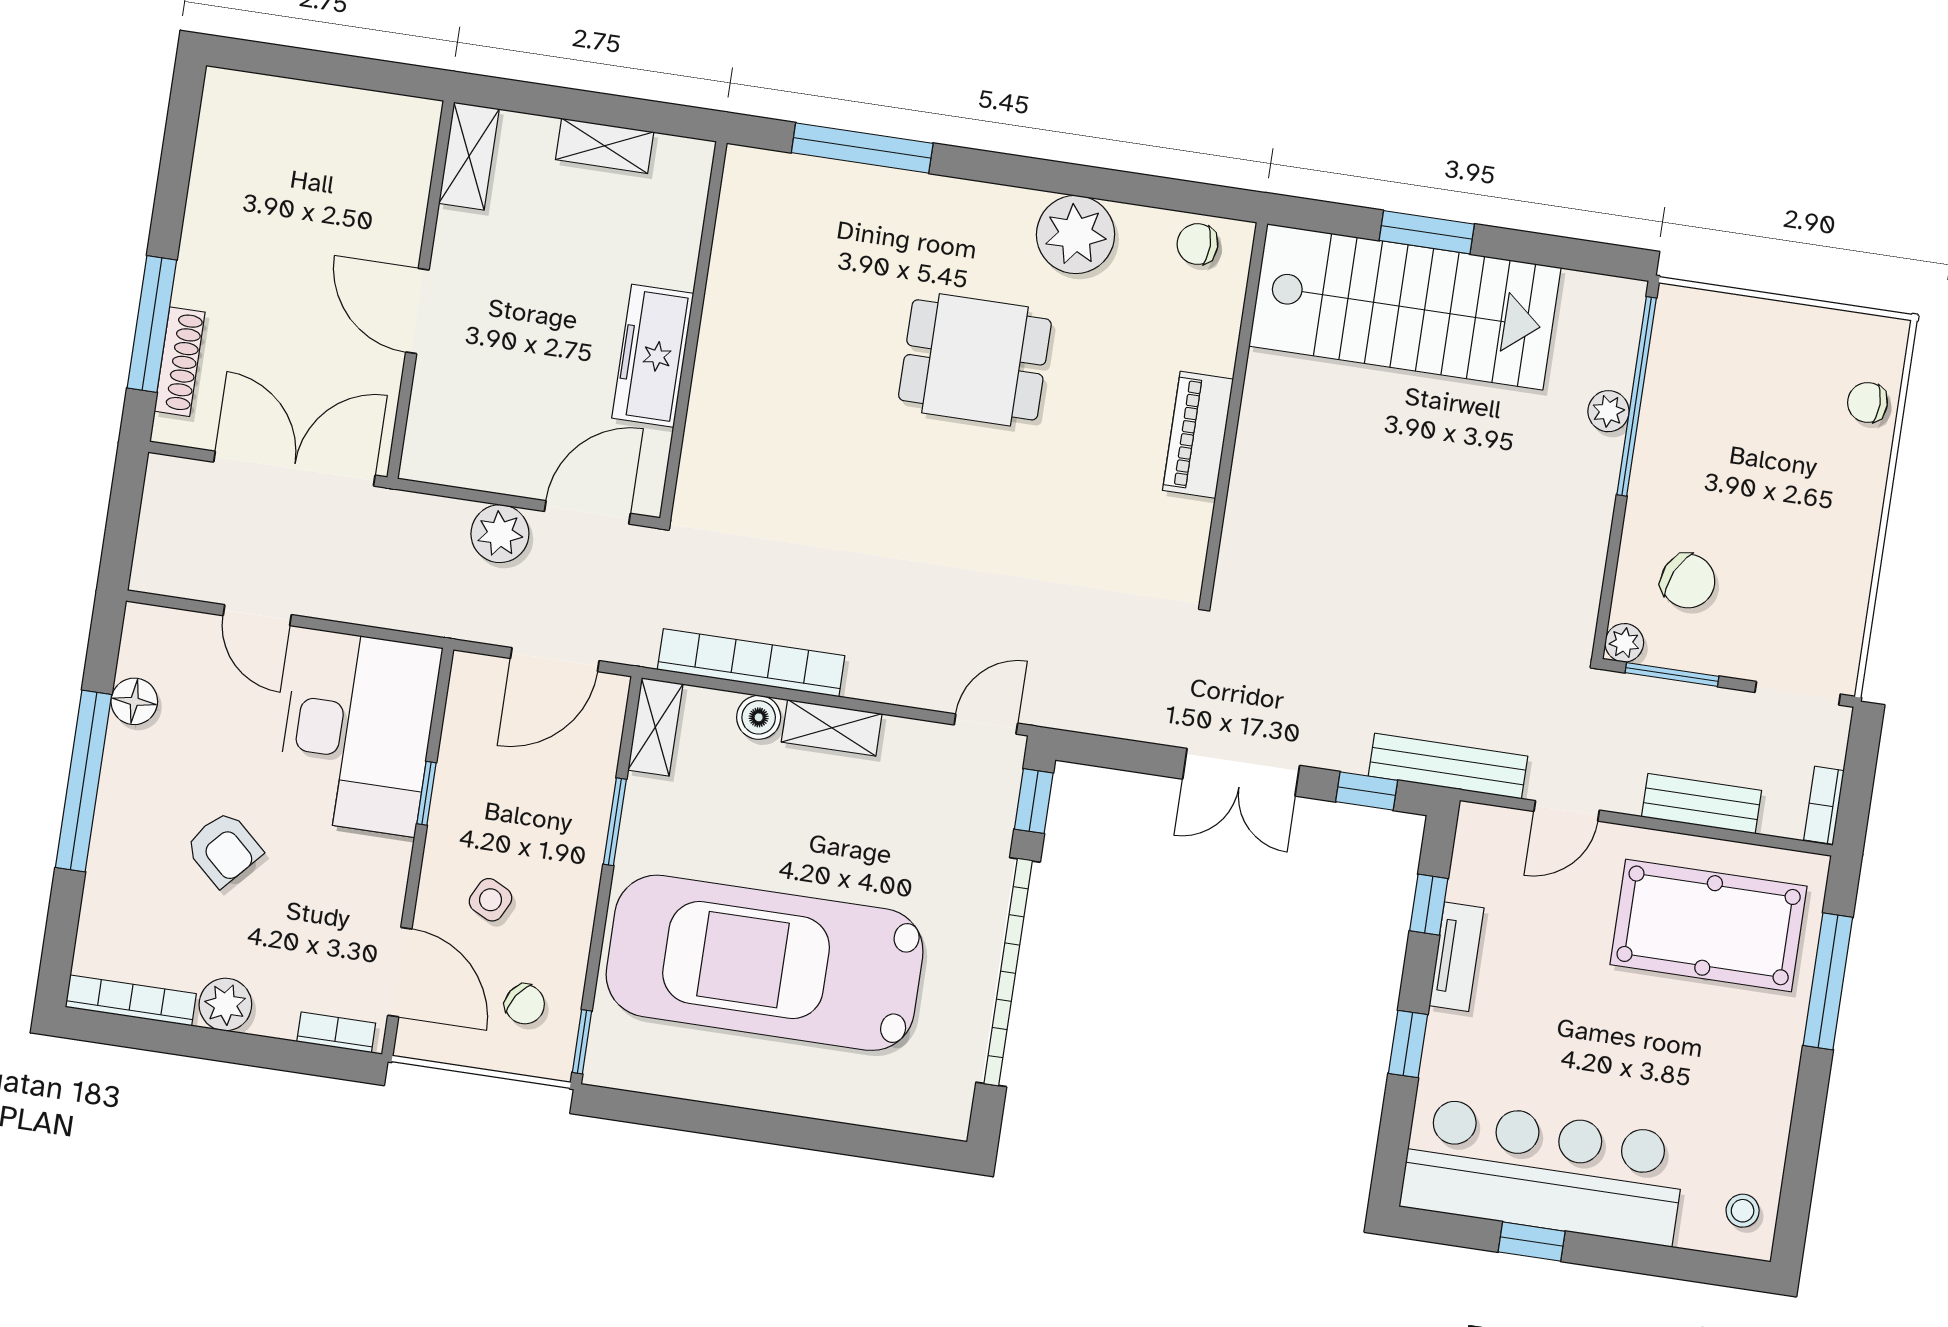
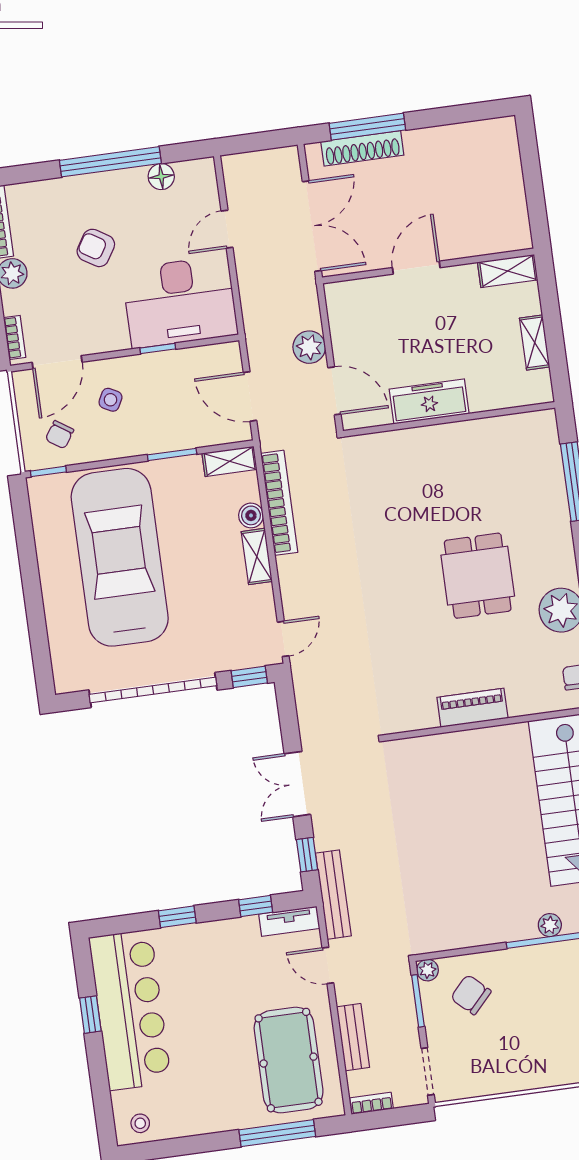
shoe rack: (180, 362) -> (362, 148), width x1.36, depth x1.24
chair: (1688, 581) -> (471, 995), turned 108
door: (986, 724) -> (283, 639), hinge flipped
armchair: (224, 849) -> (96, 248), turned 80
tv unit: (1456, 957) -> (289, 921), moved

